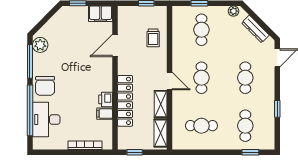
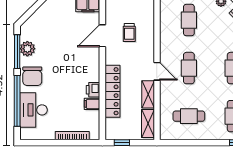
trolley: (153, 38) -> (129, 33), moved
plant: (40, 45) -> (27, 49), moved

